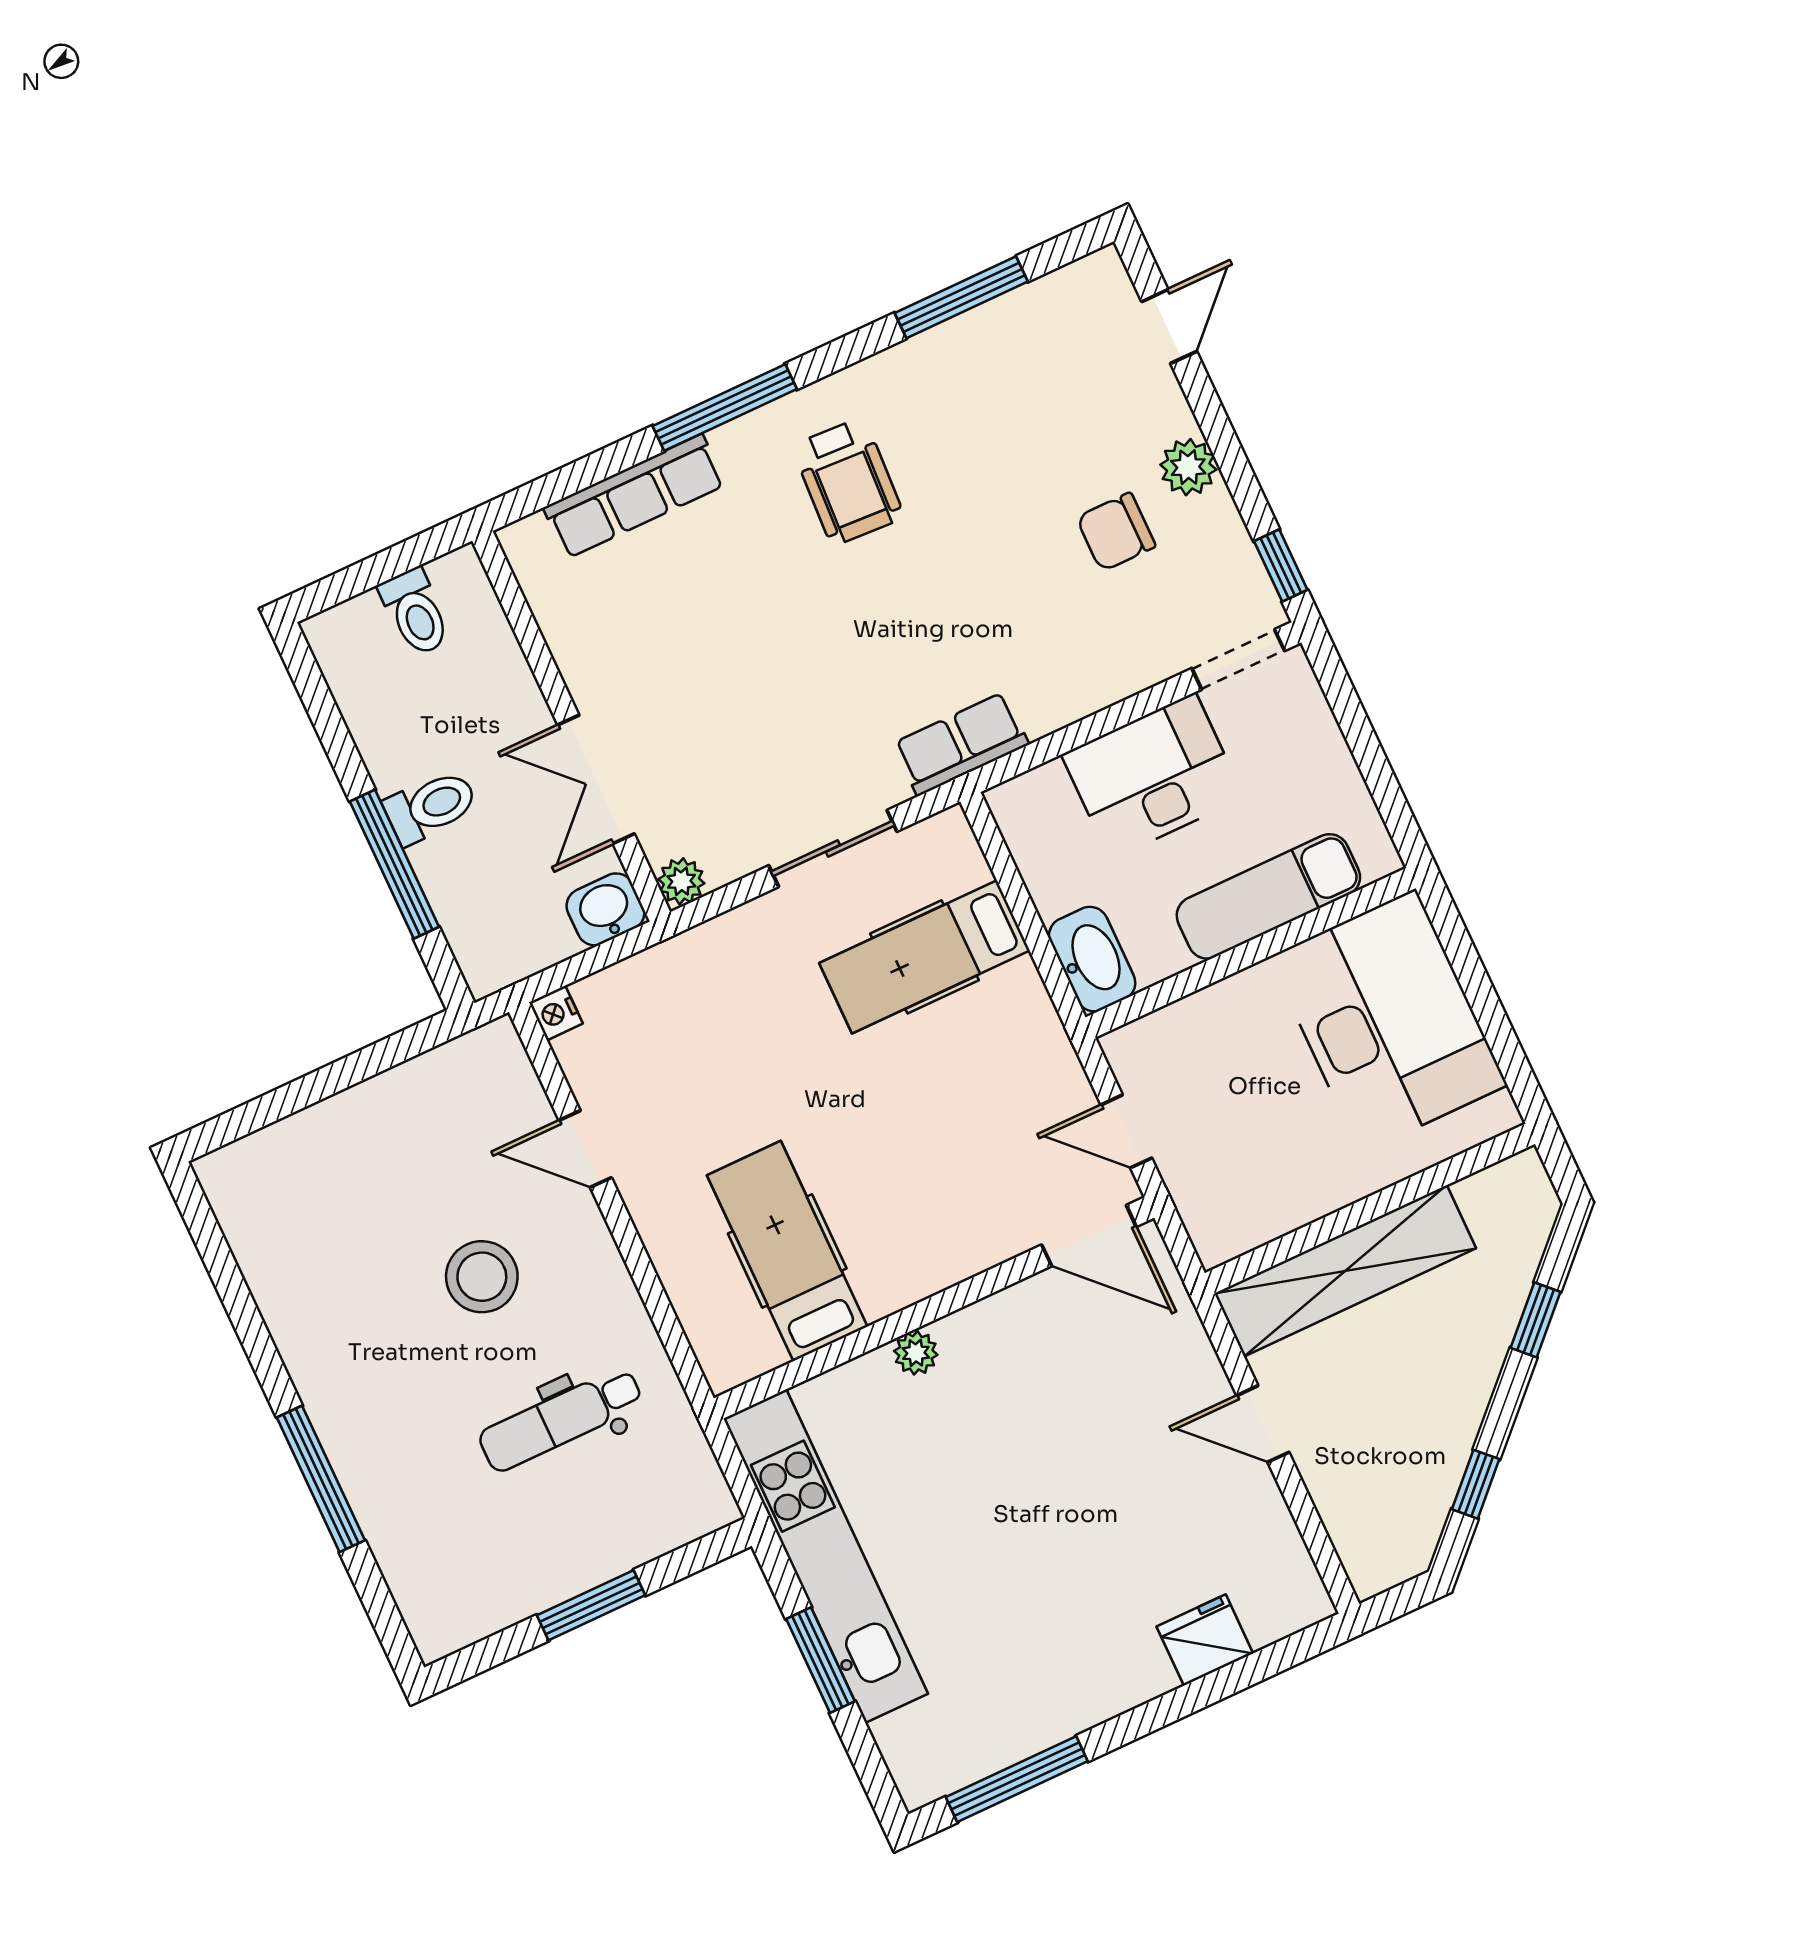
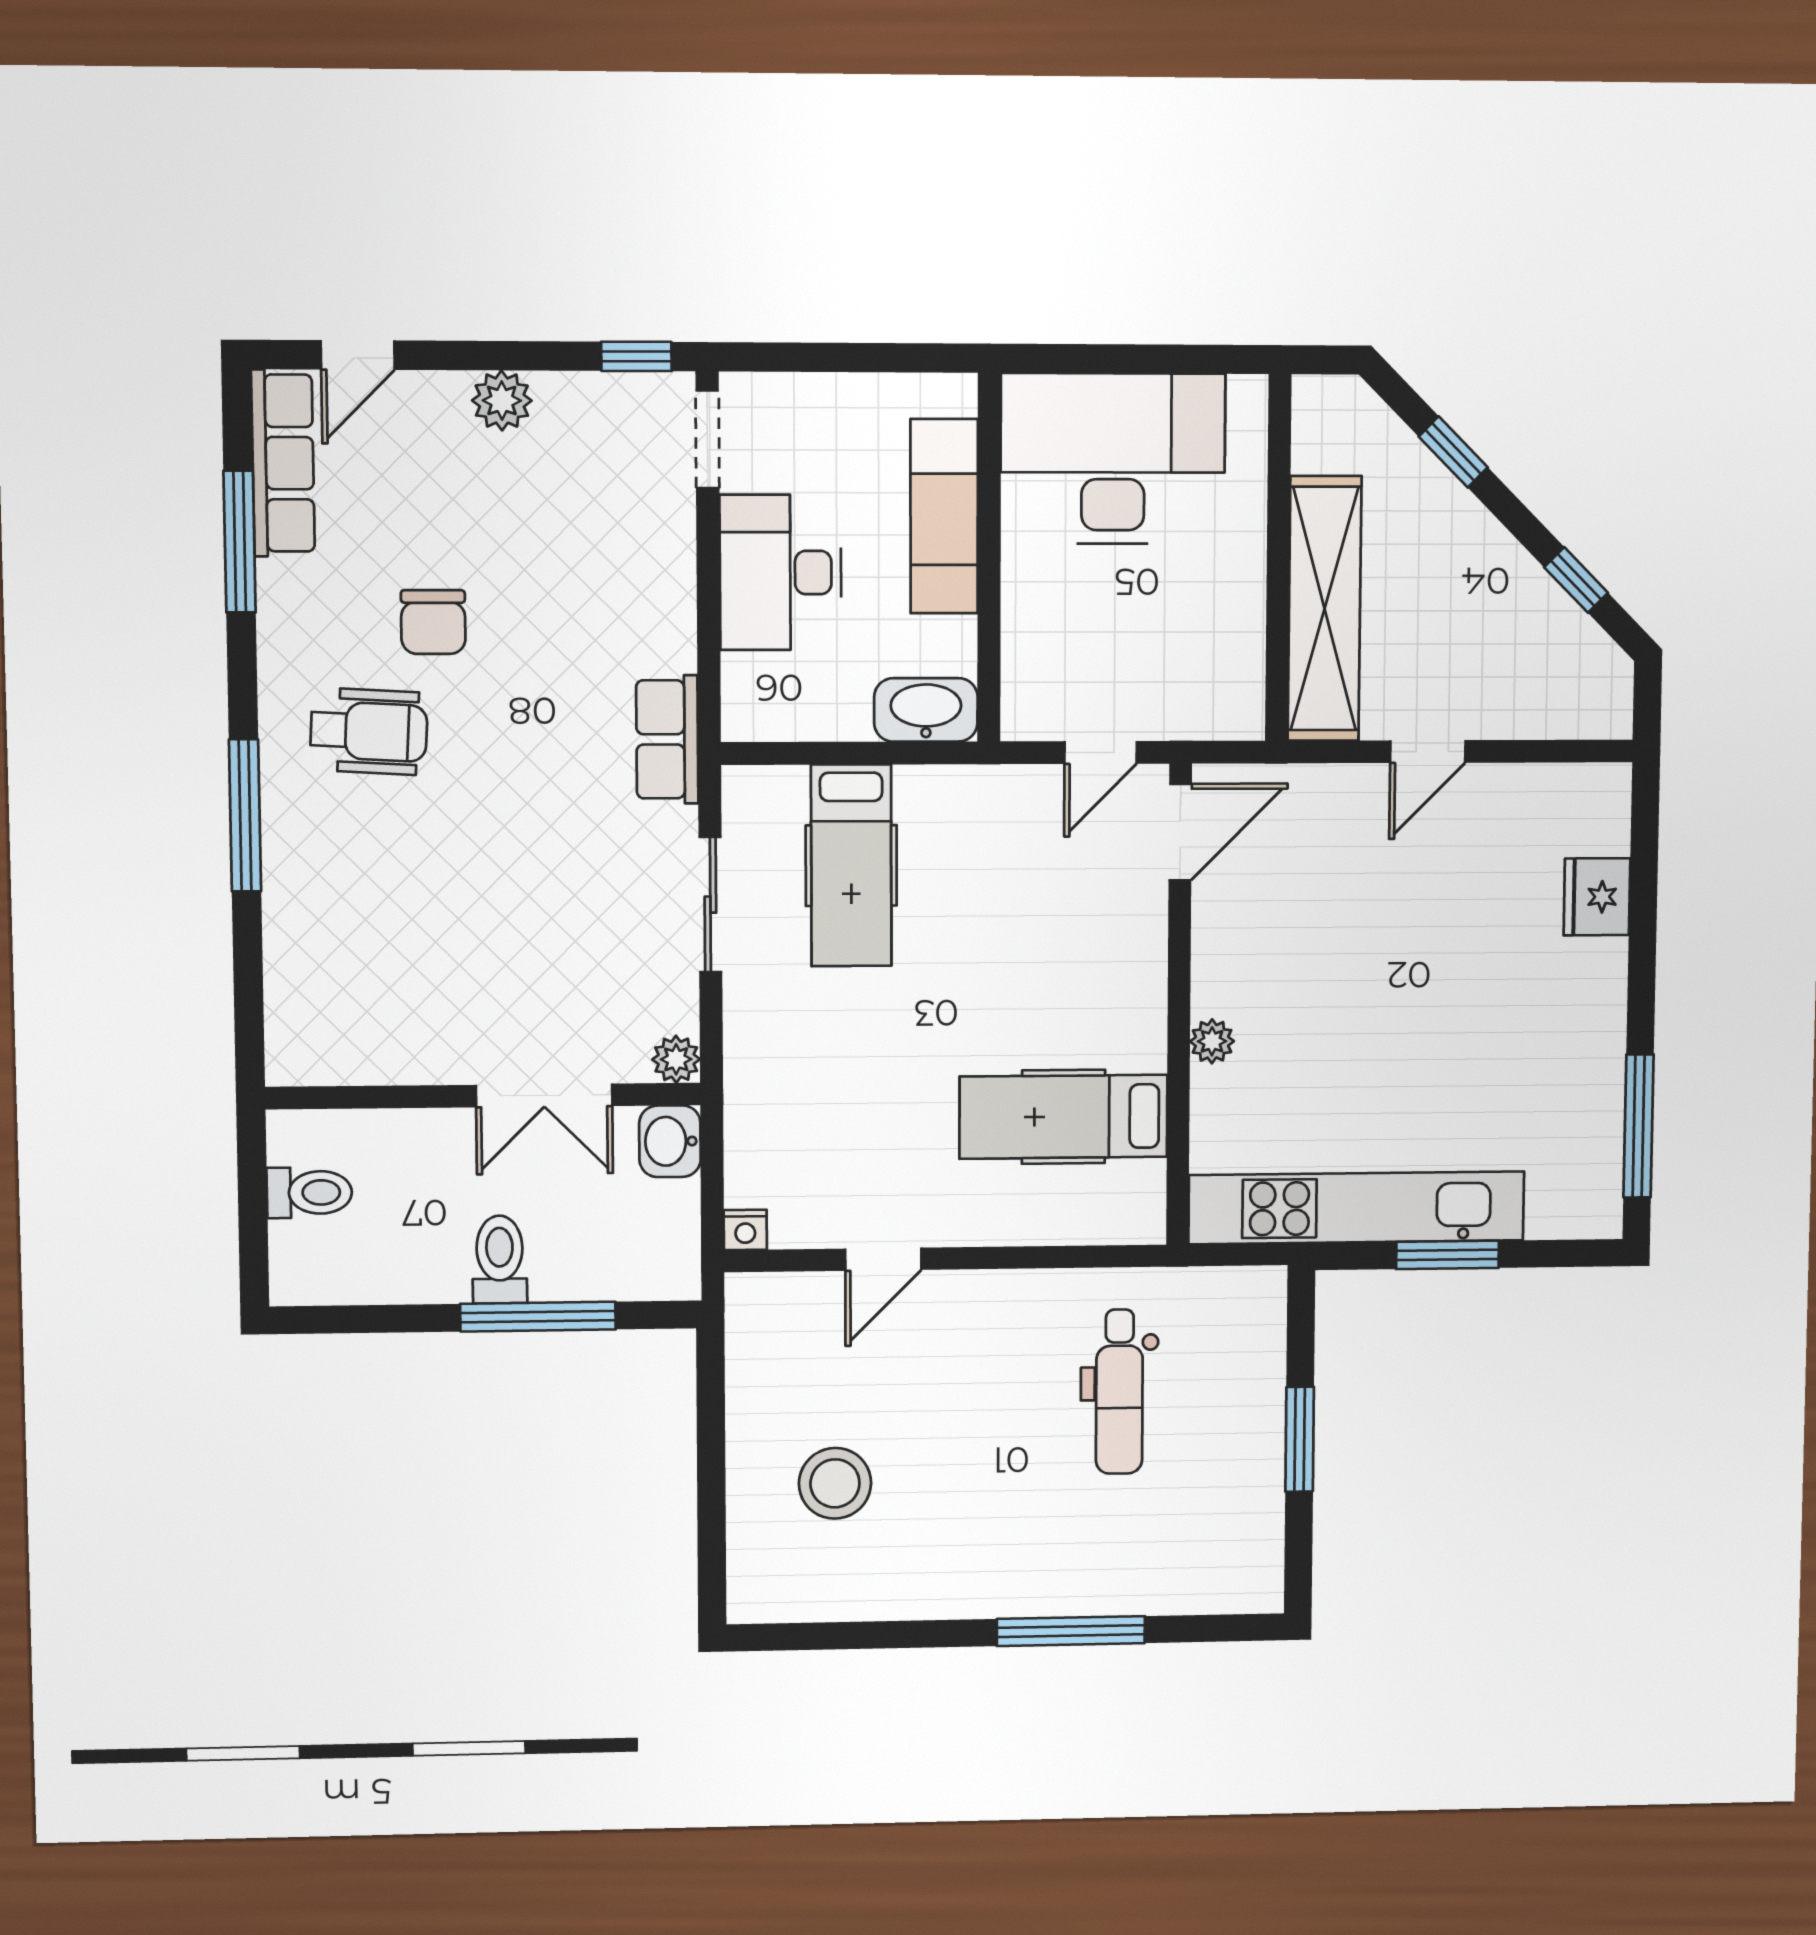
door: (1169, 326) -> (358, 355), swing flipped
row of seats: (634, 496) -> (283, 463), moved
chair: (1116, 532) -> (433, 622), moved
stool: (482, 1277) -> (835, 1483), moved

